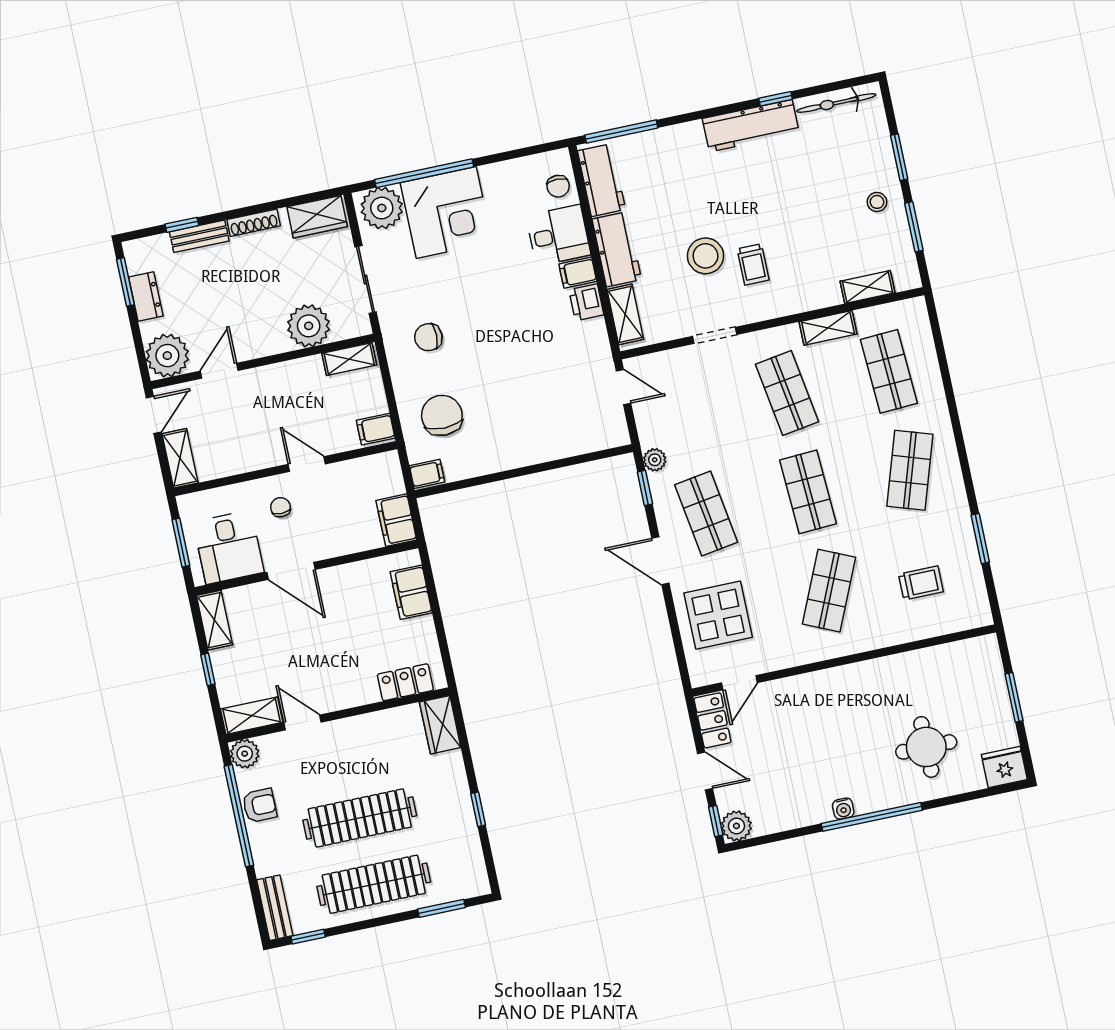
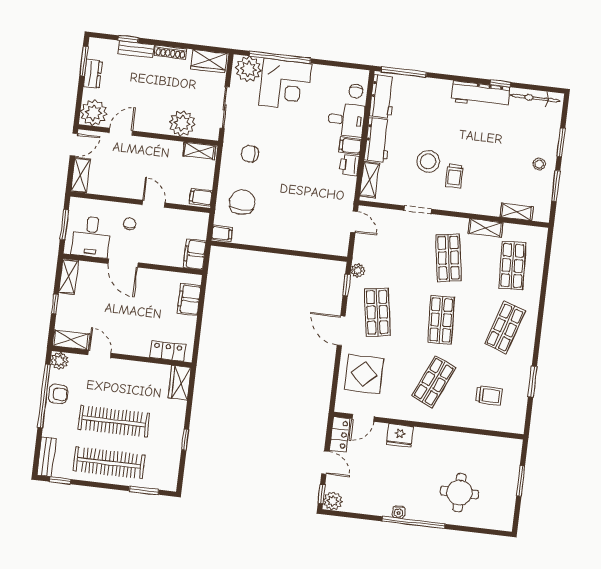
fridge: (1004, 767) -> (400, 435), moved, turned 180

